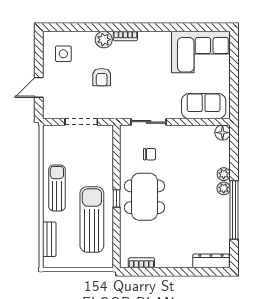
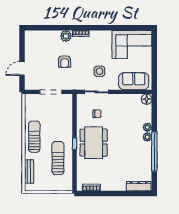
side table: (63, 54) -> (99, 71), moved
sun lounger: (92, 220) -> (58, 158), width x0.73, depth x0.75

